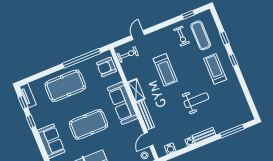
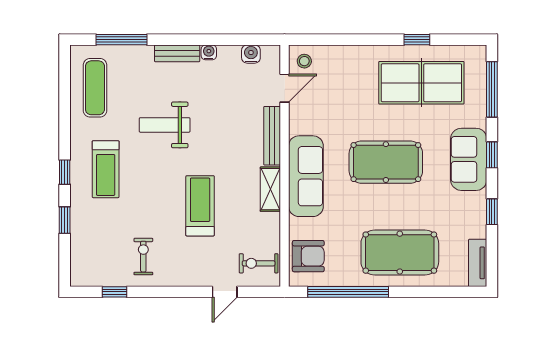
exercise mat: (201, 35) -> (95, 88), moved
window: (23, 102) -> (492, 155), moved

